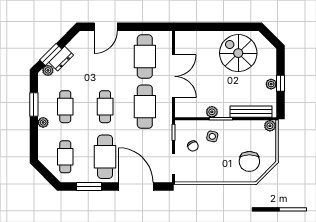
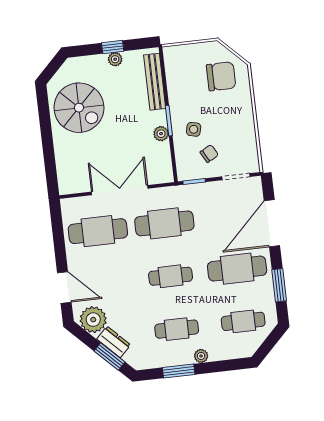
spiral stairs: (238, 53) -> (79, 108), turned -90
plant: (48, 70) -> (93, 320), moved, width x1.87, depth x1.87
plant: (270, 126) -> (171, 54), removed

